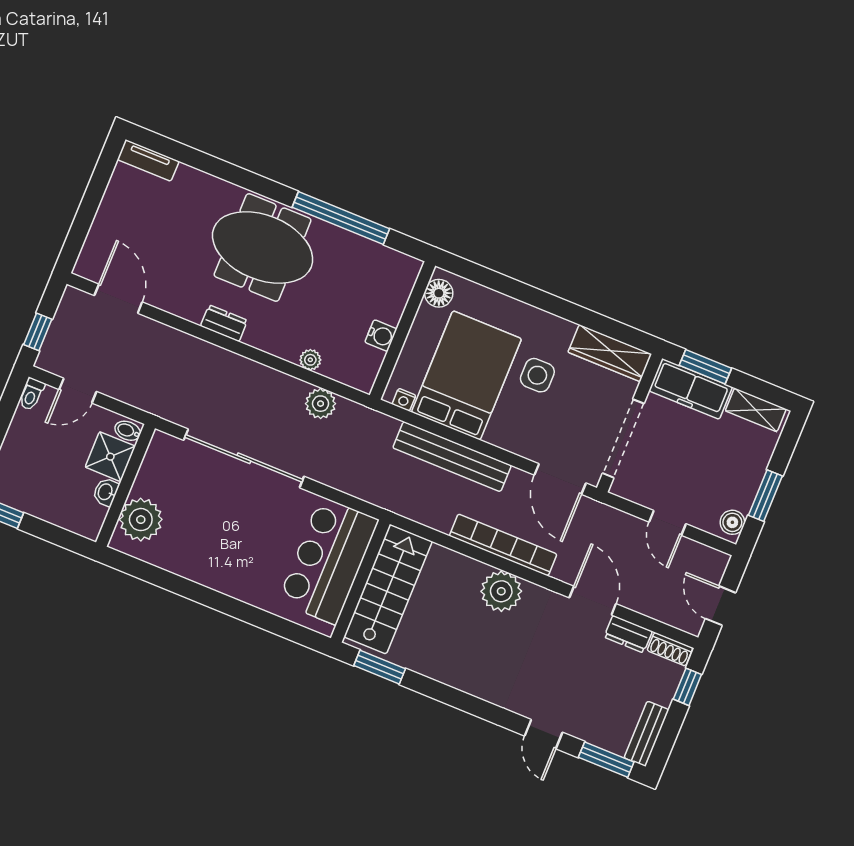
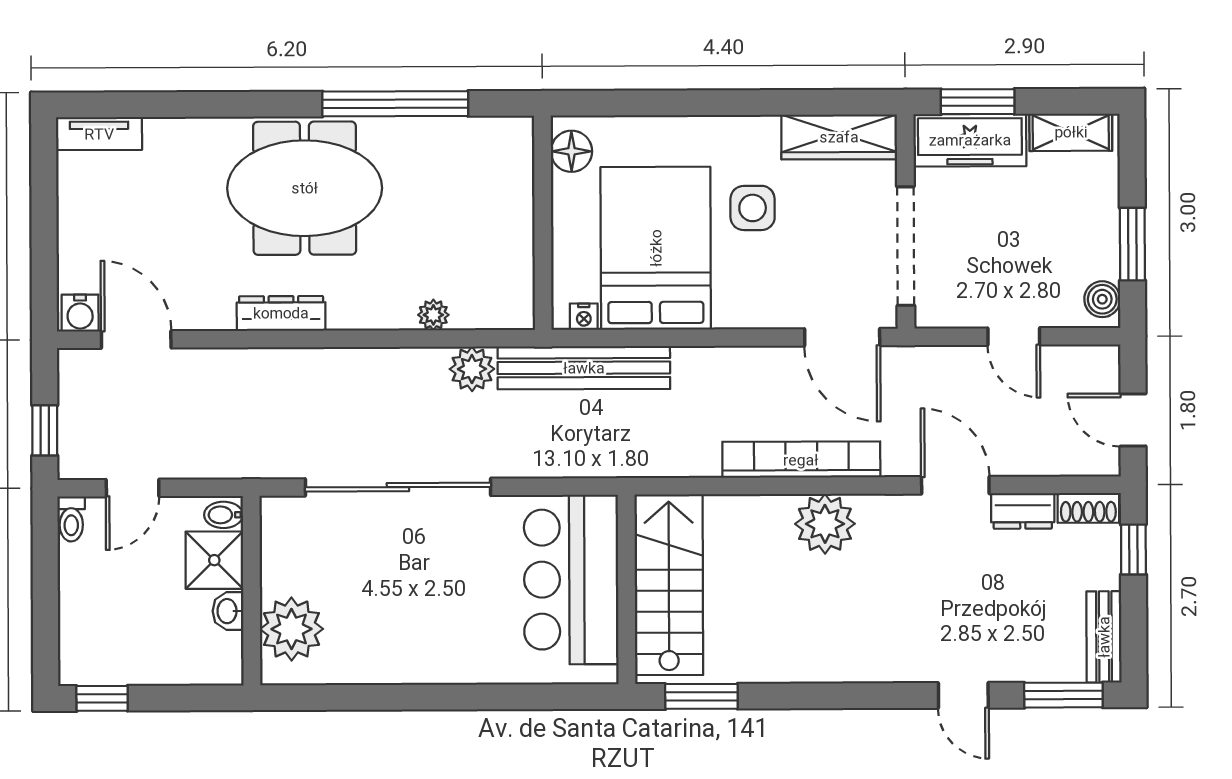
dresser: (224, 323) -> (281, 313), width x1.44
water cooler: (381, 336) -> (80, 313), moved, turned 90
bench: (452, 457) -> (584, 368), moved

